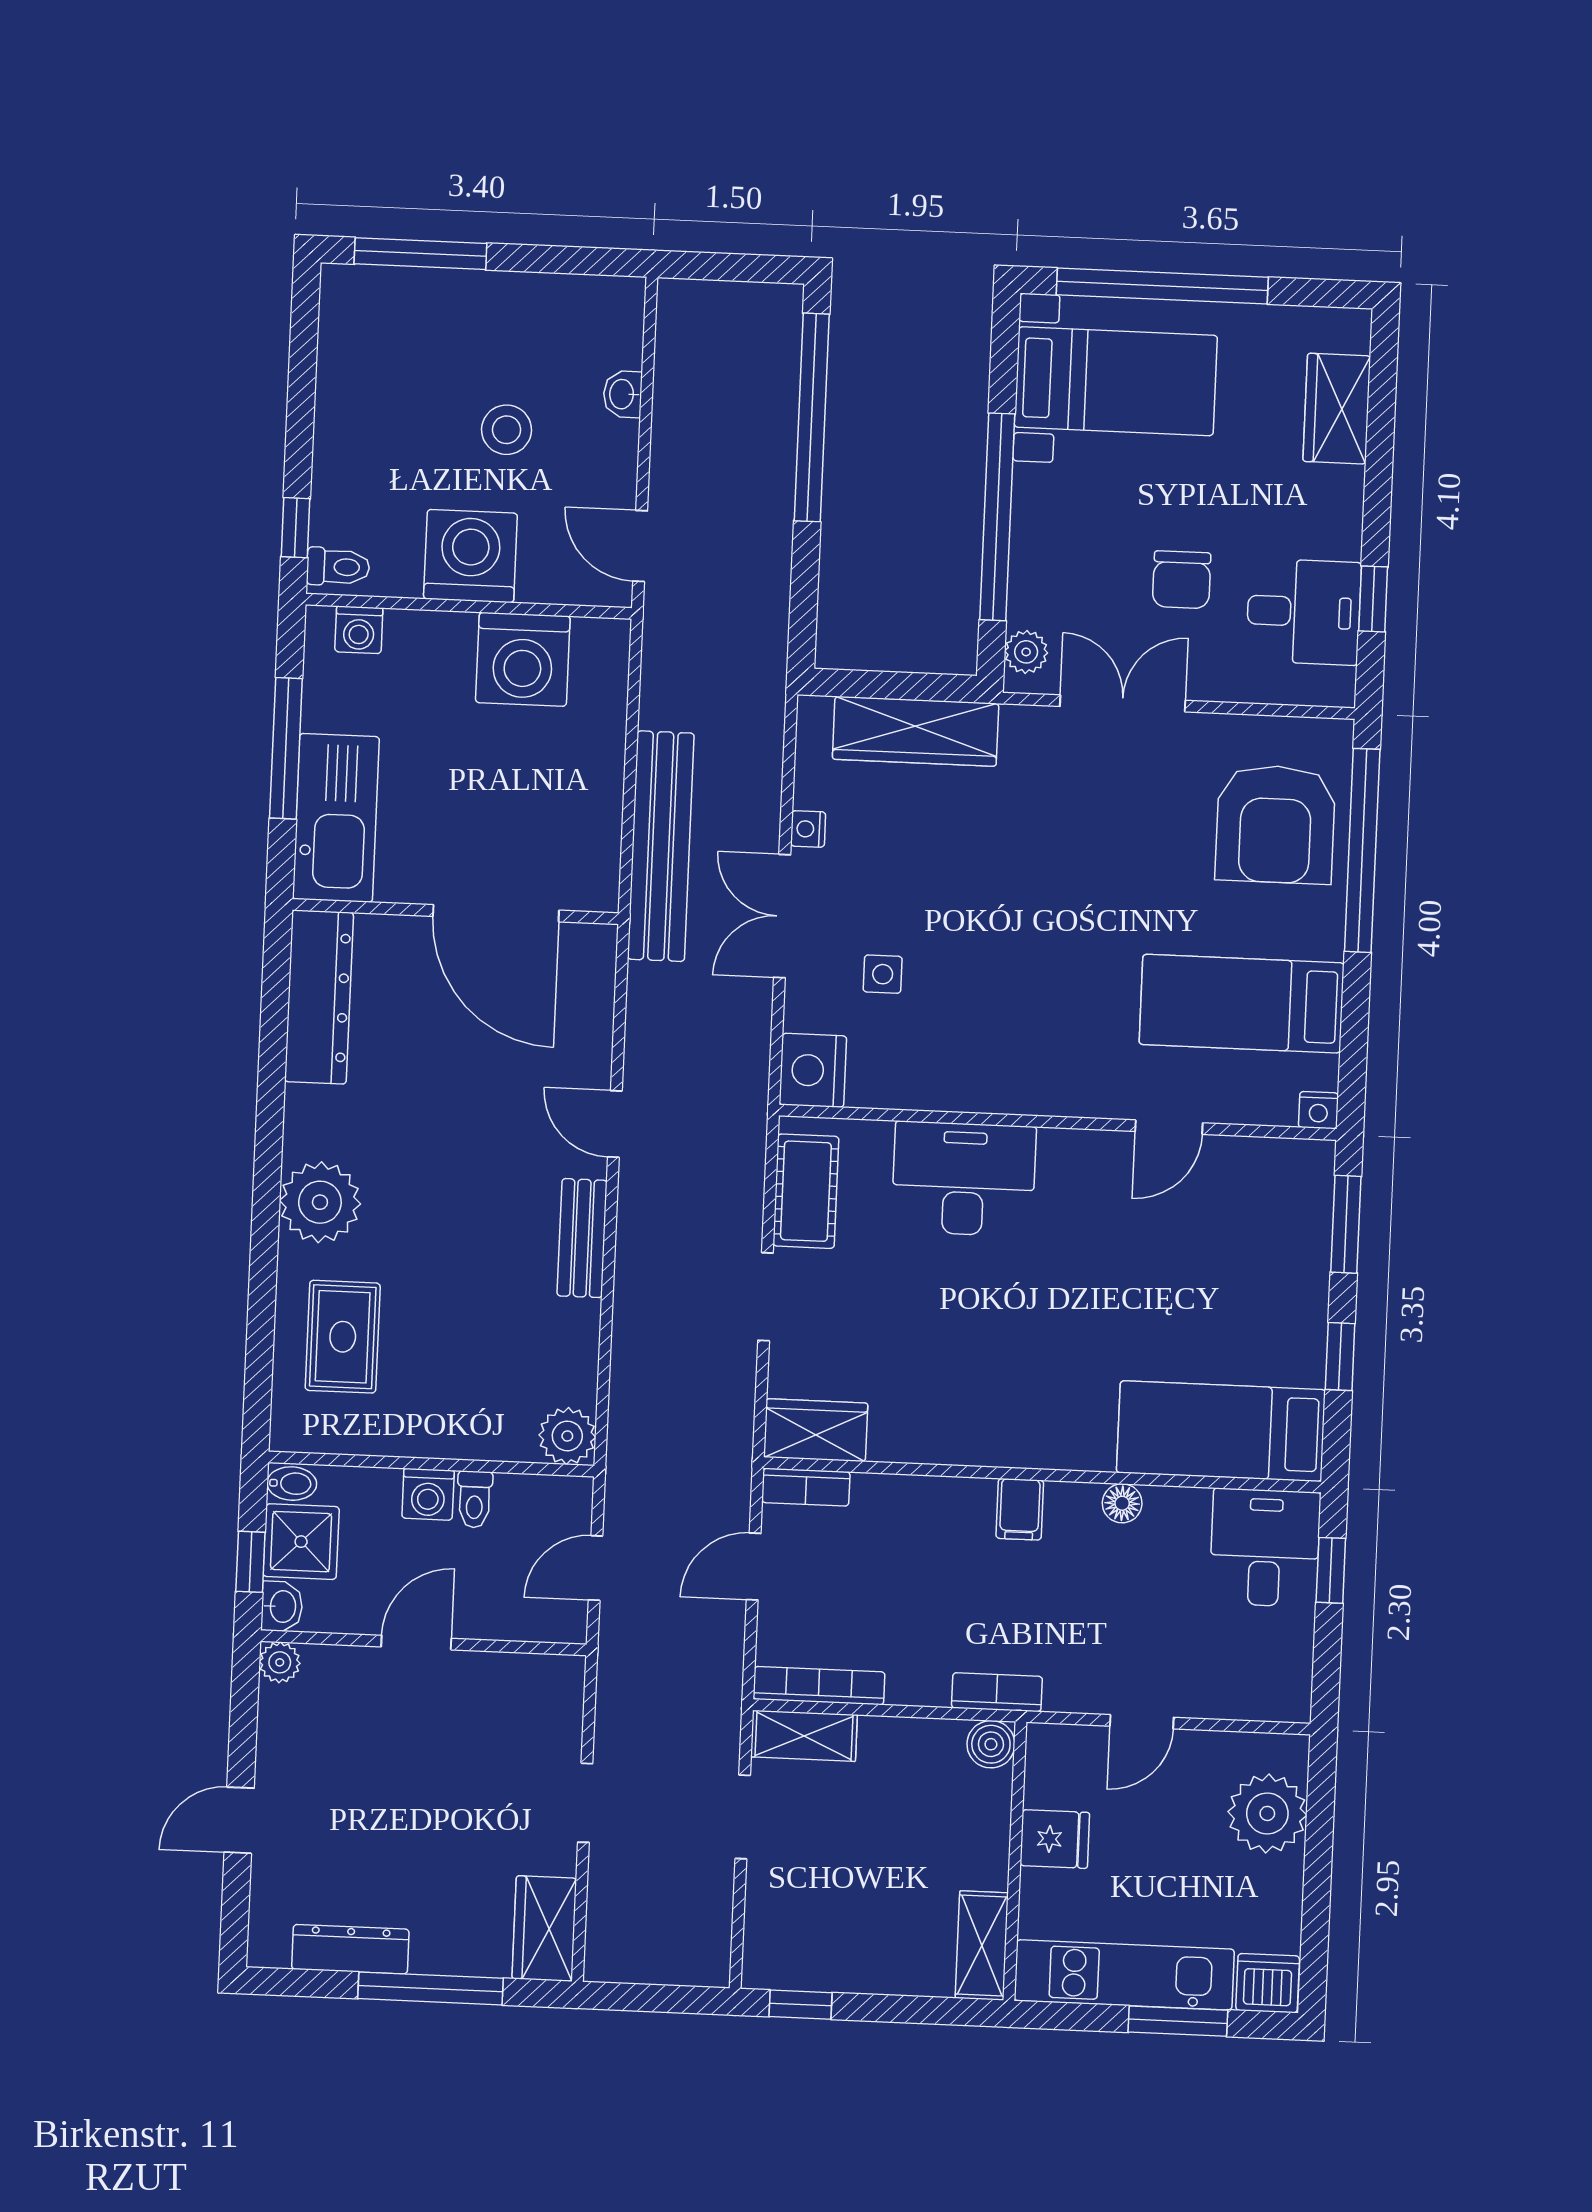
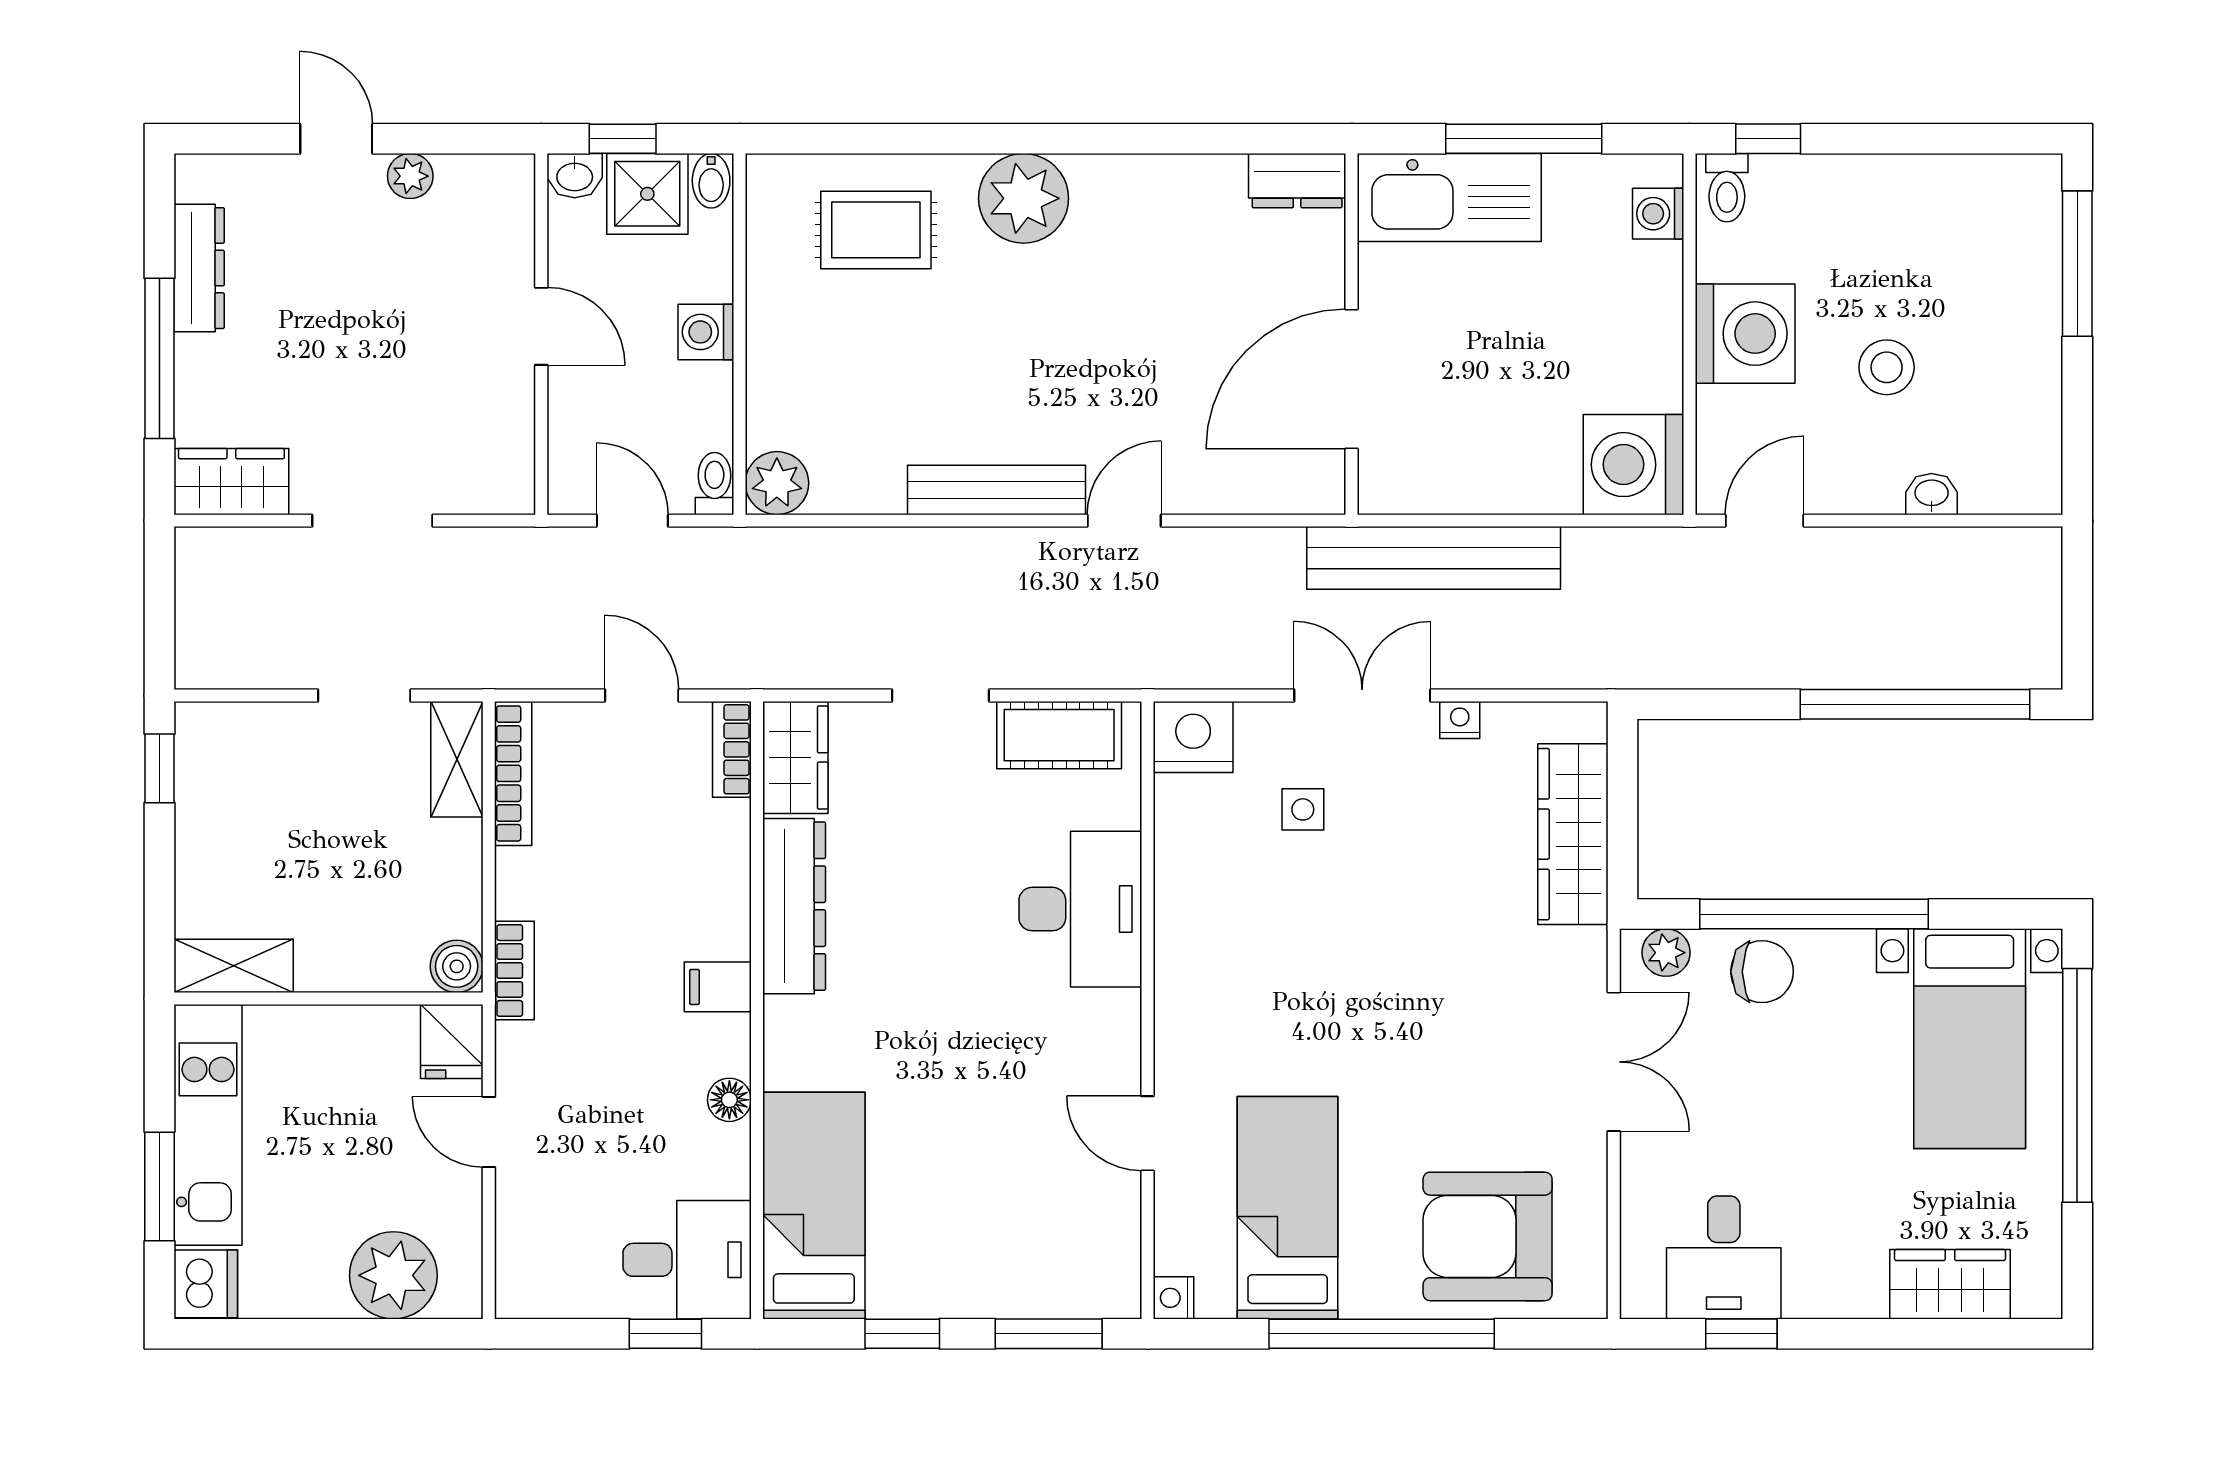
chair: (1182, 580) -> (1762, 972), moved, turned 180
washing machine: (523, 659) -> (1634, 465), moved
window: (1362, 850) -> (1382, 1334), moved
dresser: (319, 997) -> (1297, 181), width x0.51, depth x0.80
bench: (582, 1238) -> (996, 490), width x1.36
dresser: (950, 1437) -> (794, 906), added
toilet: (475, 1499) -> (714, 484), moved, turned 90
plant: (280, 1662) -> (410, 176), moved
doorway: (585, 1803) -> (372, 521), width x1.38
fridge: (1055, 1839) -> (452, 1042), moved

